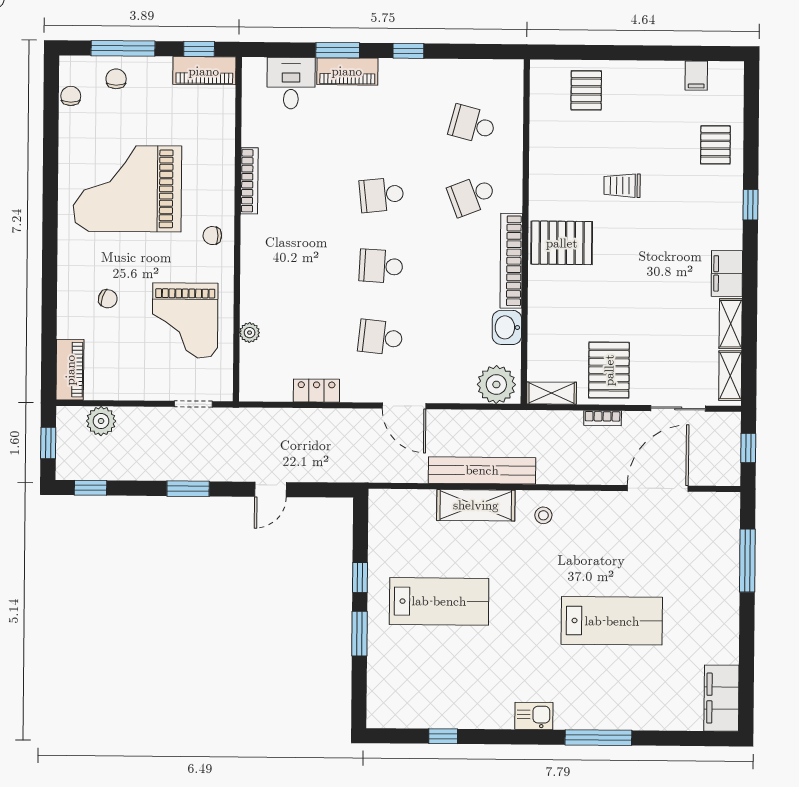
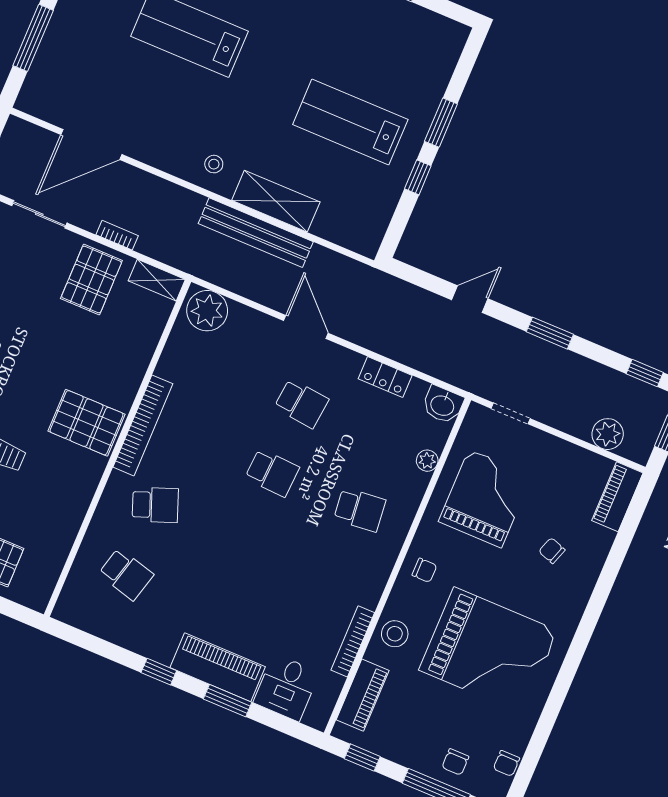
piano: (204, 71) -> (363, 695), moved, turned 90
piano: (347, 71) -> (218, 667), width x1.37, depth x1.33
stool: (215, 169) -> (395, 634), added
bookcase: (249, 181) -> (353, 641), moved
school desk: (382, 195) -> (360, 510), moved
washbasin: (507, 327) -> (443, 405), moved, turned 90

